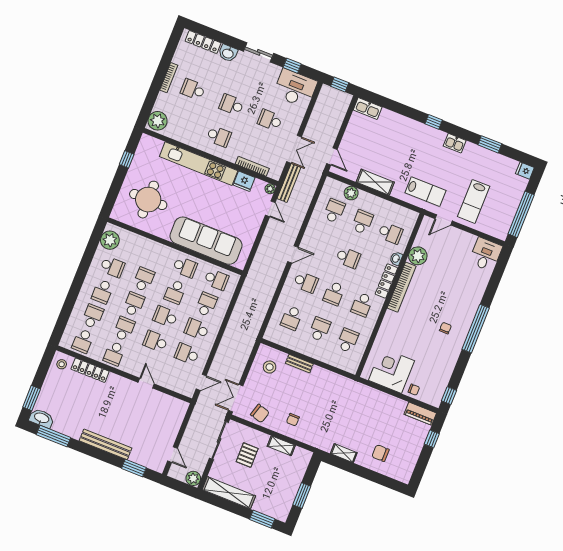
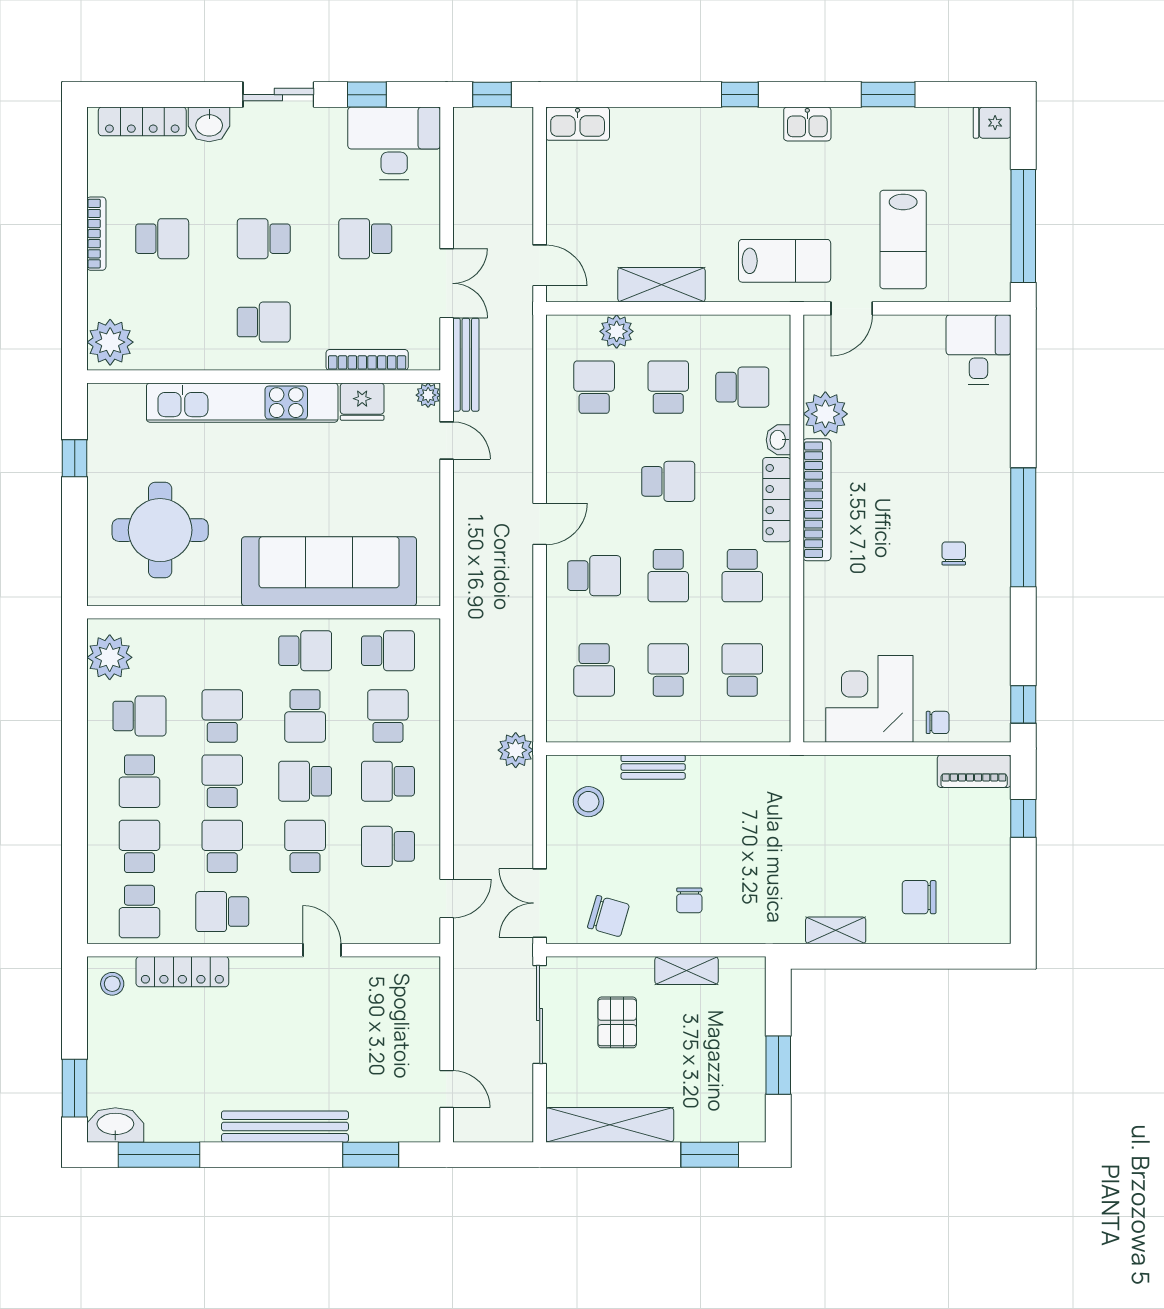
school desk: (193, 89) -> (162, 239), turned 180
school desk: (155, 341) -> (305, 846), turned 90
school desk: (114, 353) -> (222, 912), turned 90
plant: (193, 478) -> (516, 750), moved

